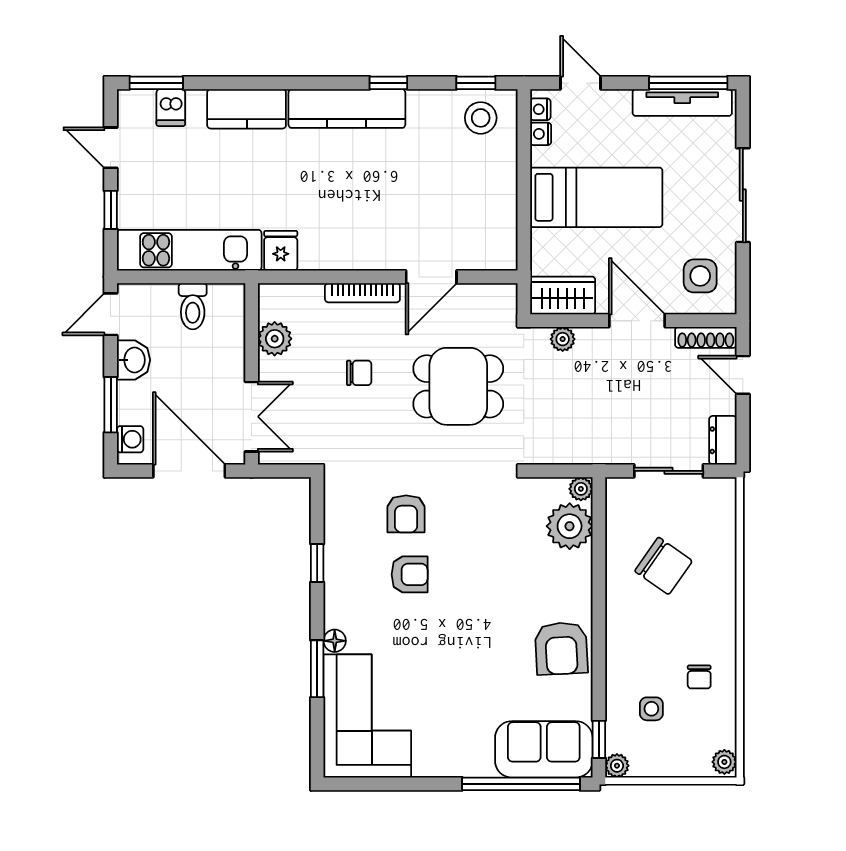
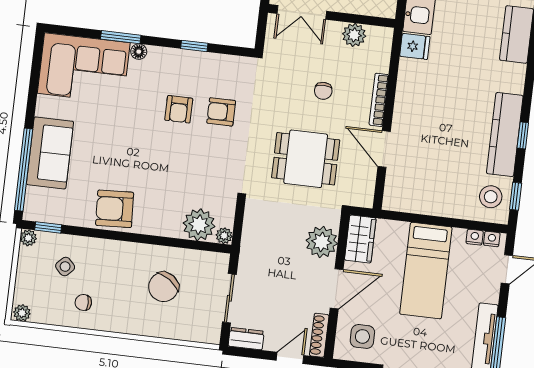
kitchen counter: (347, 109) -> (505, 134), moved
plant: (563, 339) -> (322, 242), width x1.87, depth x1.87
dining table: (458, 386) -> (306, 159), turned 90
side table: (651, 709) -> (65, 267), turned 45
sofa: (544, 749) -> (50, 153), moved

